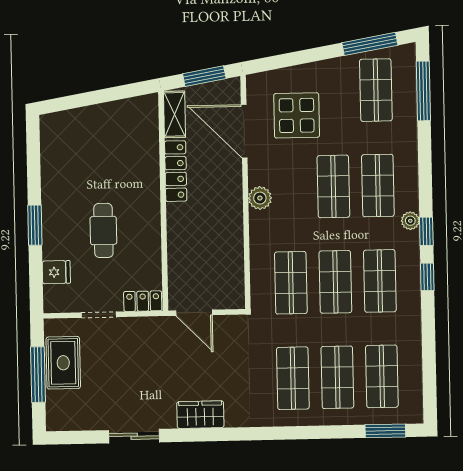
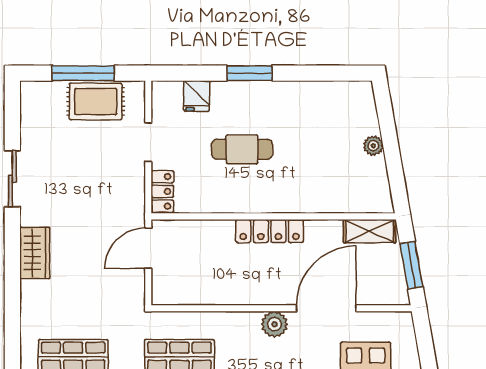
plant: (98, 113) -> (373, 146), added
door: (244, 131) -> (326, 308), moved
locker: (176, 171) -> (270, 231), moved

